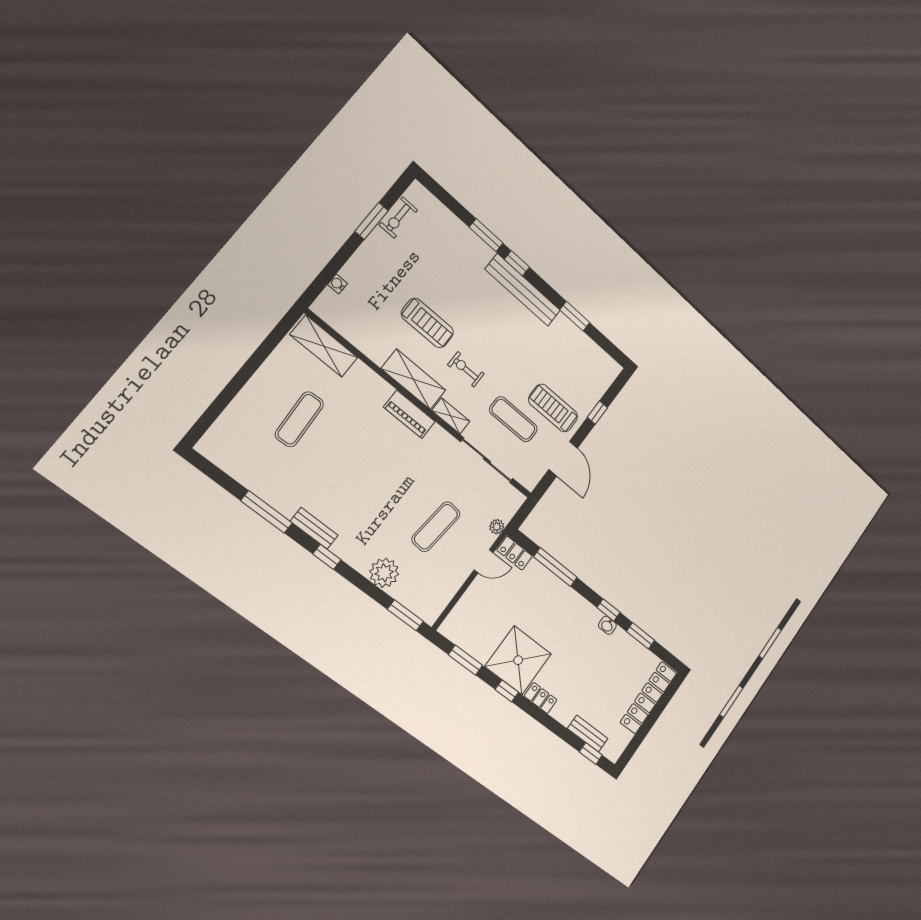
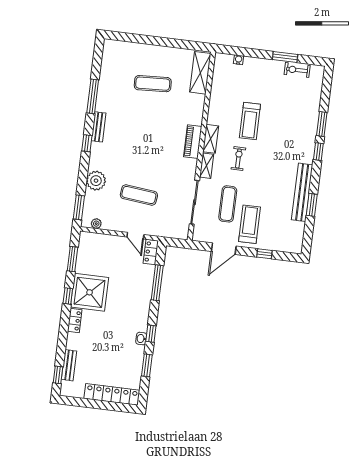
bench: (523, 290) -> (302, 192), moved
shelving: (414, 379) -> (211, 139), width x0.67, depth x0.75
plant: (497, 527) -> (96, 224), moved

